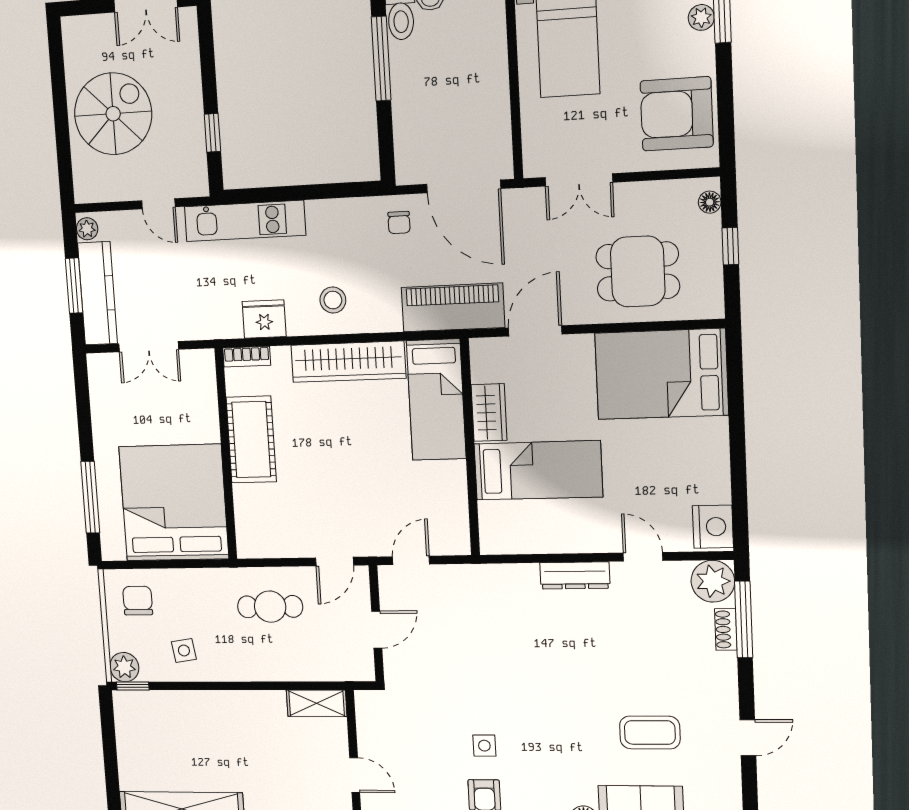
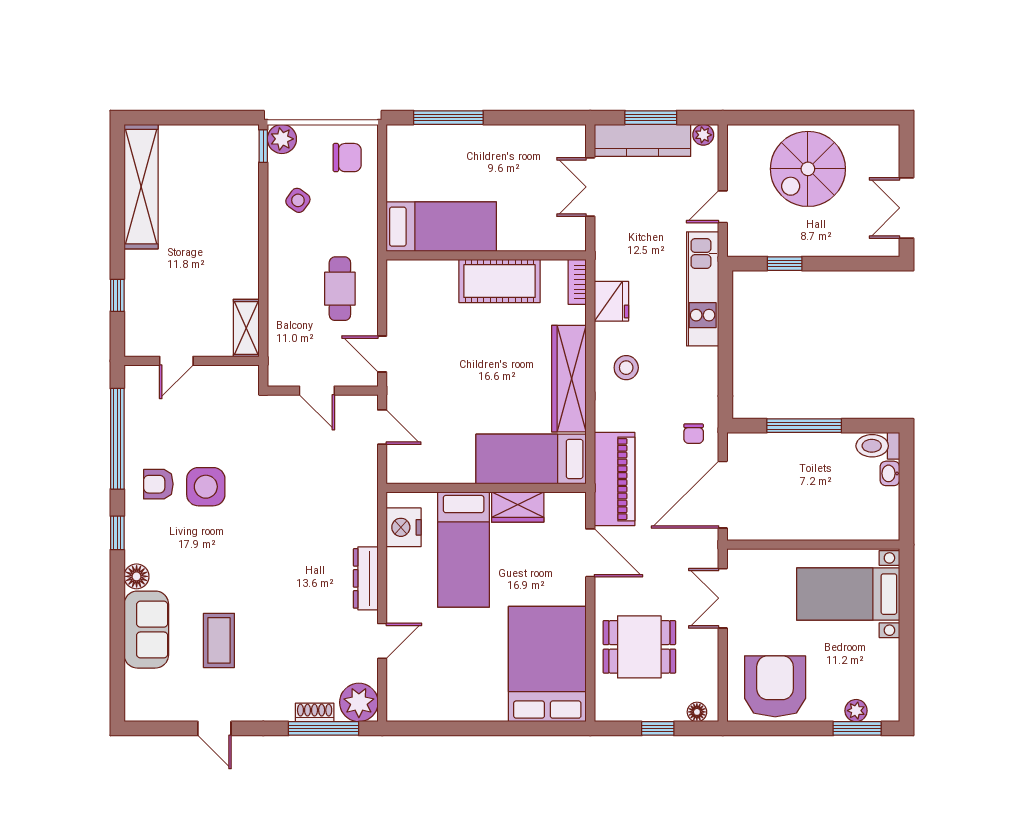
window: (381, 59) -> (804, 426), moved
spiral stairs: (113, 114) -> (808, 169), turned 90
chair: (399, 223) -> (694, 434), turned -90
dining table: (638, 271) -> (639, 647), turned 90
bed: (174, 503) -> (441, 227), width x0.49
nightstand: (713, 527) -> (404, 527), moved, turned 90
side table: (184, 651) -> (298, 200), turned 45
side table: (484, 746) -> (206, 487), width x1.87, depth x1.87

